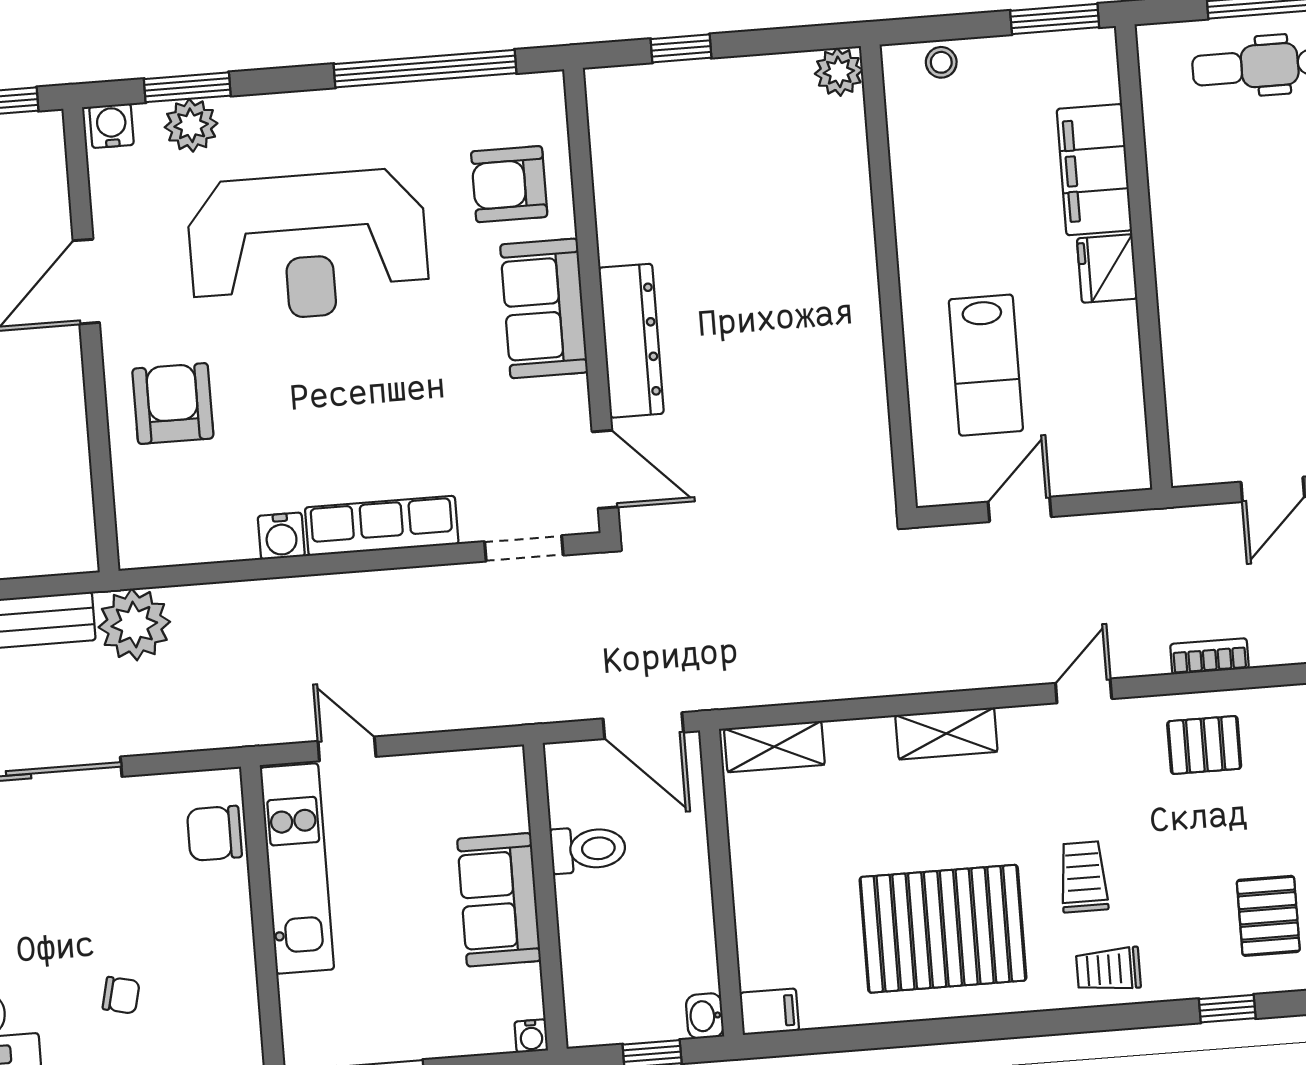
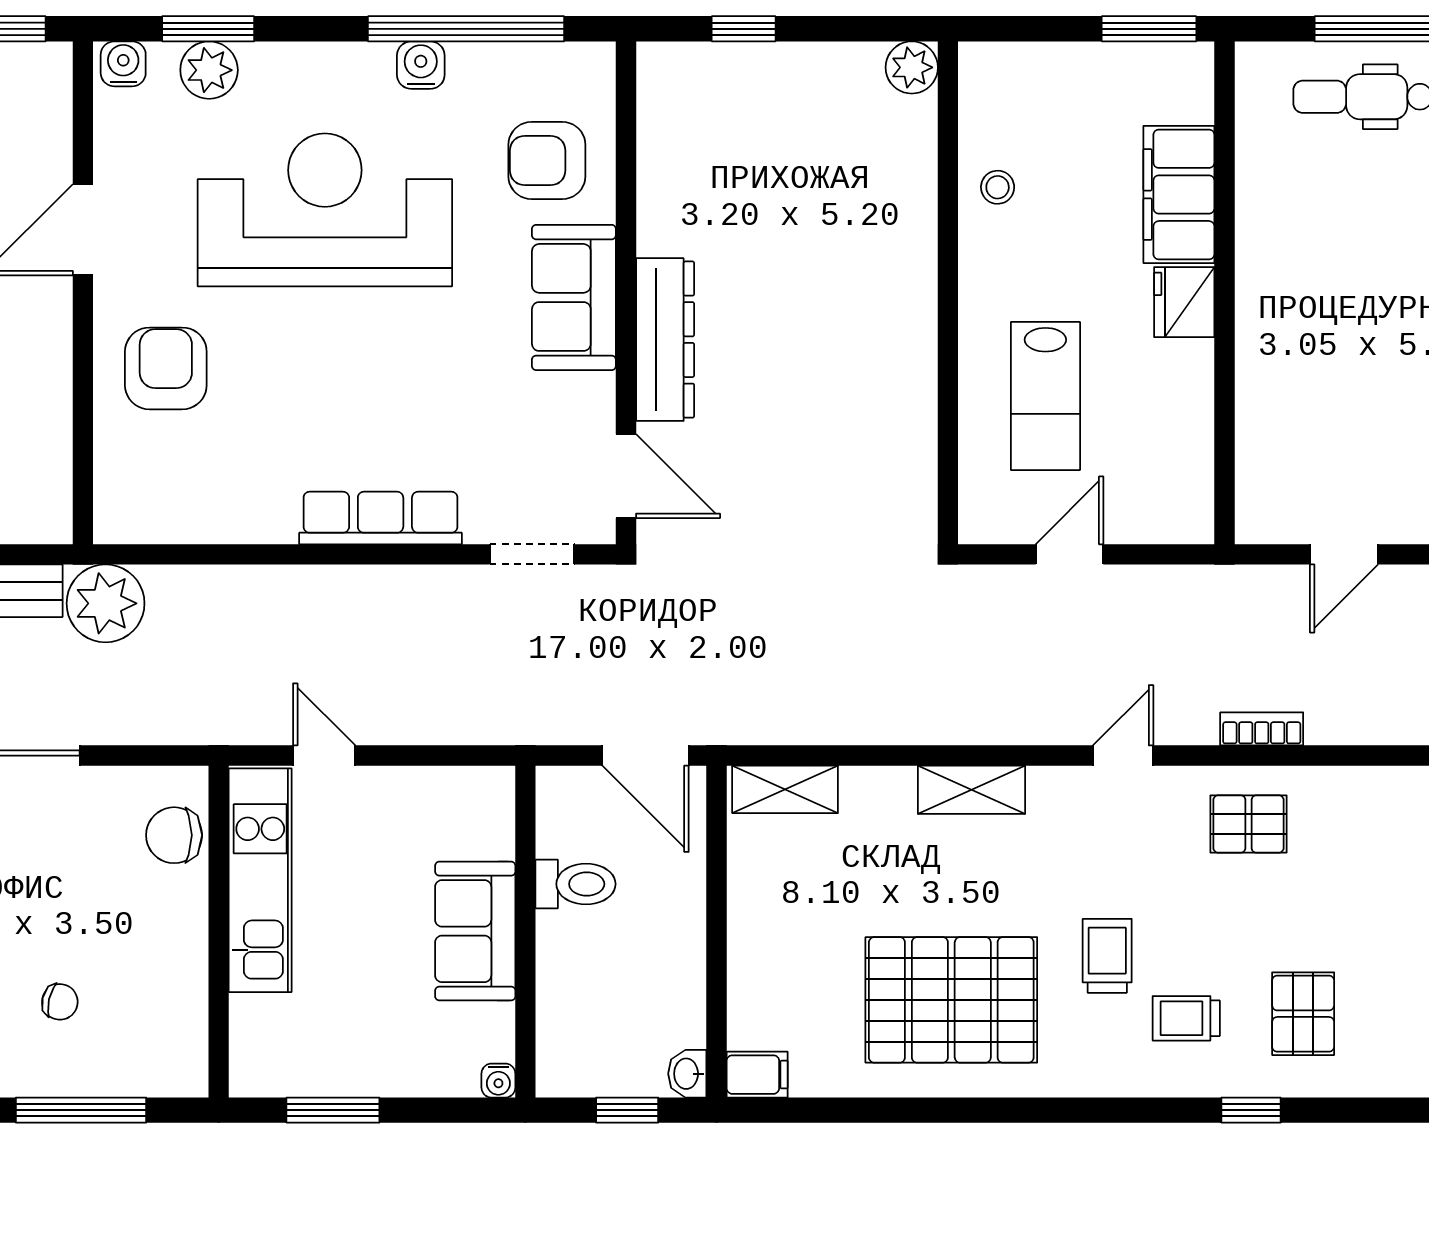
stool: (941, 62) -> (998, 187), moved
reception desk: (308, 246) -> (325, 210), turned 180
water cooler: (281, 536) -> (421, 65), moved, turned 180
trolley: (1108, 969) -> (1186, 1018), moved

